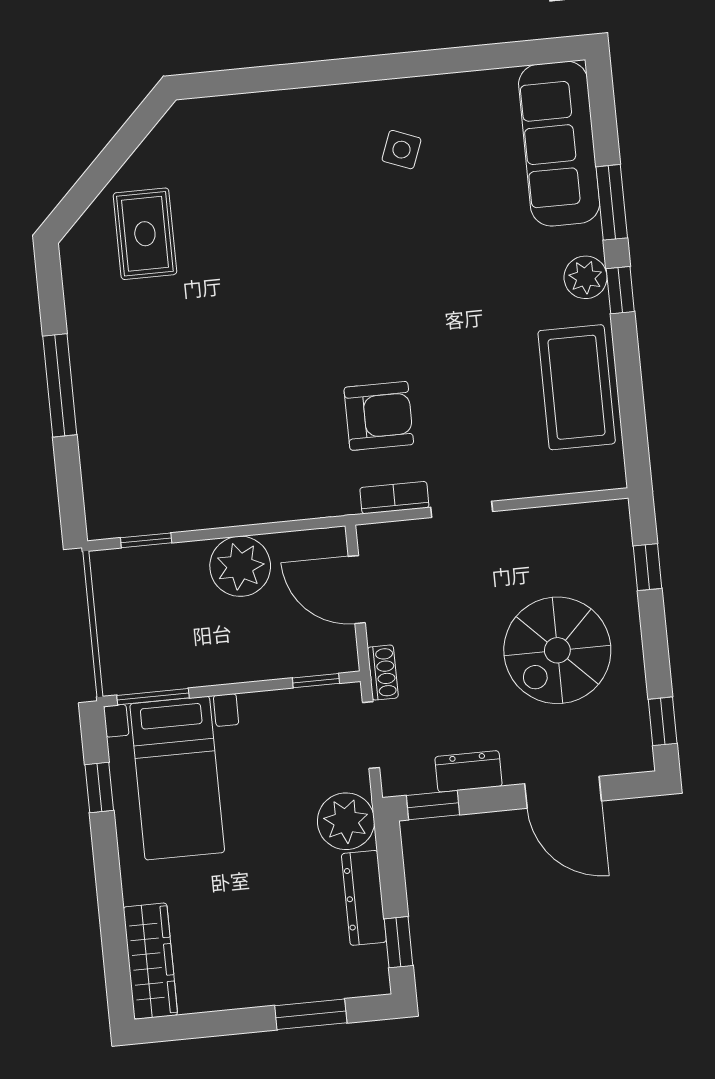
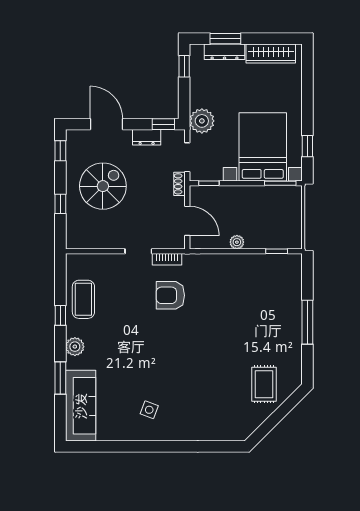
window: (620, 290) -> (60, 315), moved
coffee table: (577, 387) -> (83, 299), width x0.73, depth x0.76
plant: (240, 566) -> (237, 242), width x0.53, depth x0.53
window: (647, 567) -> (60, 204), moved
bed with nightstands: (177, 778) -> (263, 147), width x1.36
dresser: (364, 898) -> (225, 52), moved, turned 90
wardrobe: (150, 961) -> (271, 53), moved, turned -90

